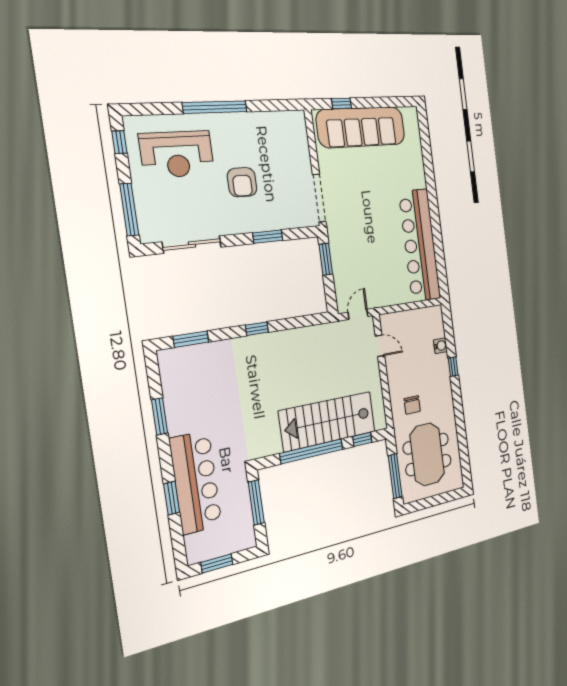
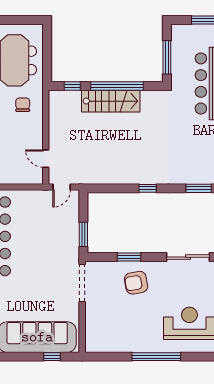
armchair: (242, 182) -> (136, 283), moved, turned -100
stairs: (328, 421) -> (111, 101), width x0.73, depth x0.66
window: (395, 476) -> (47, 49), removed

